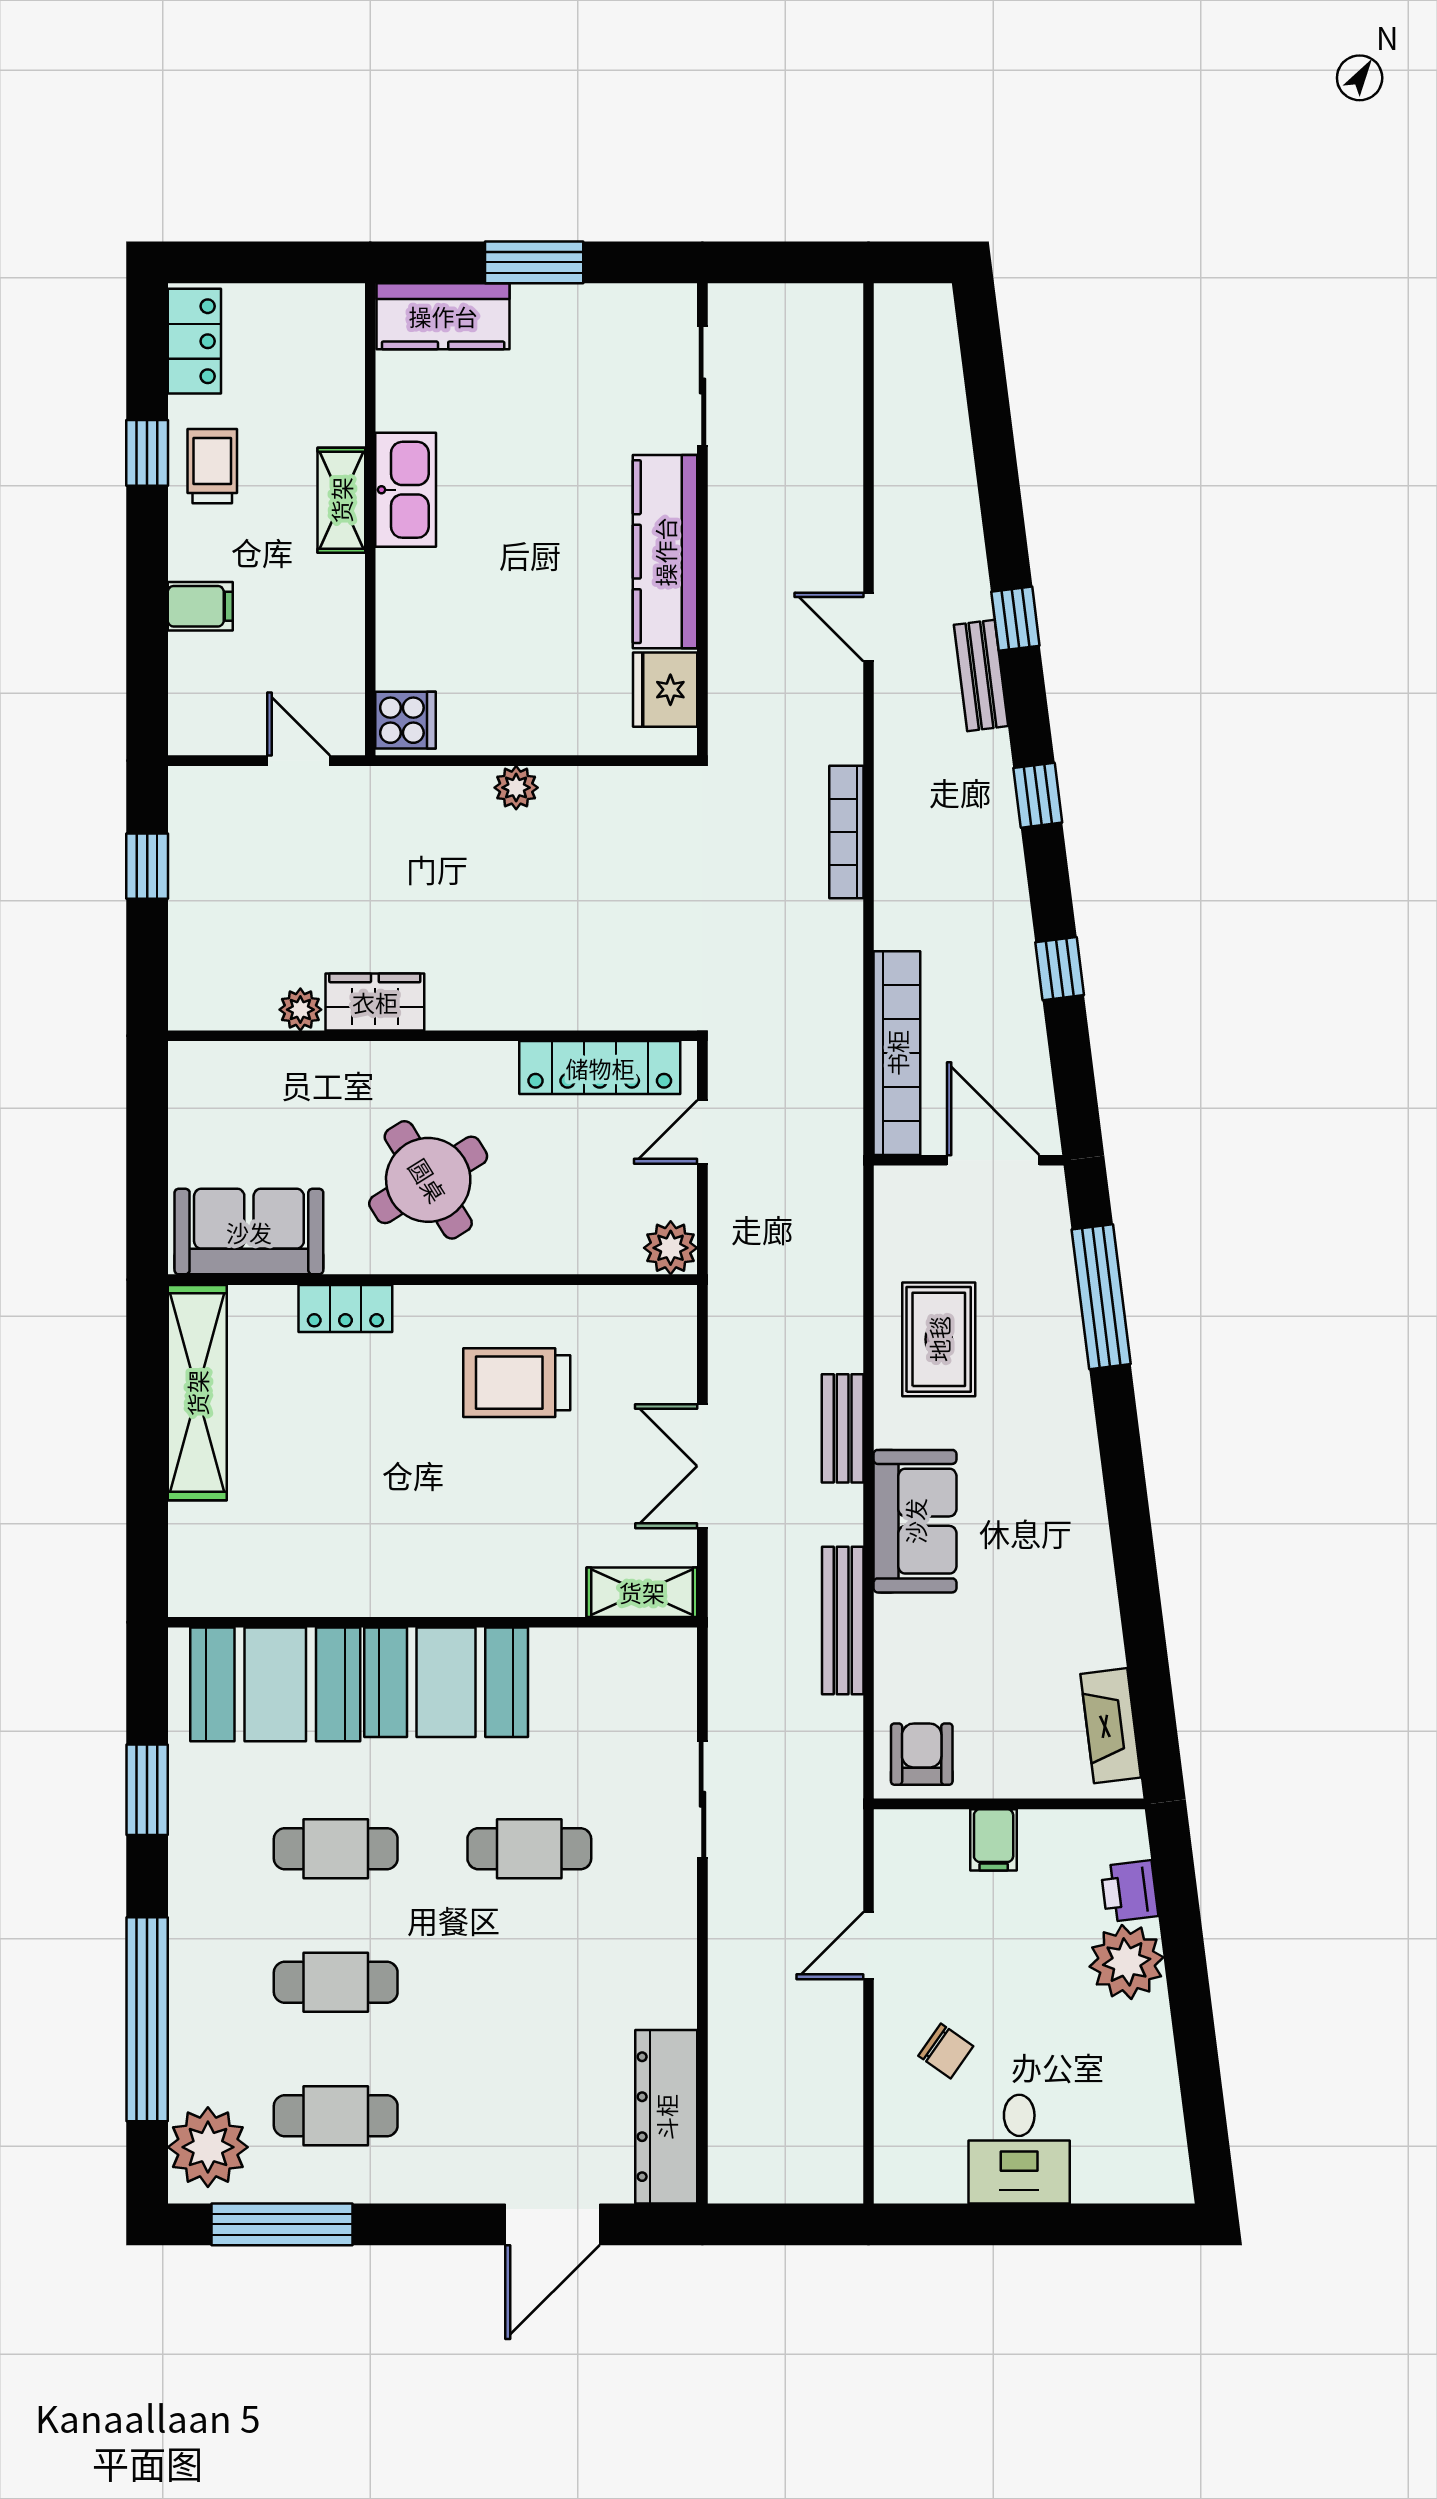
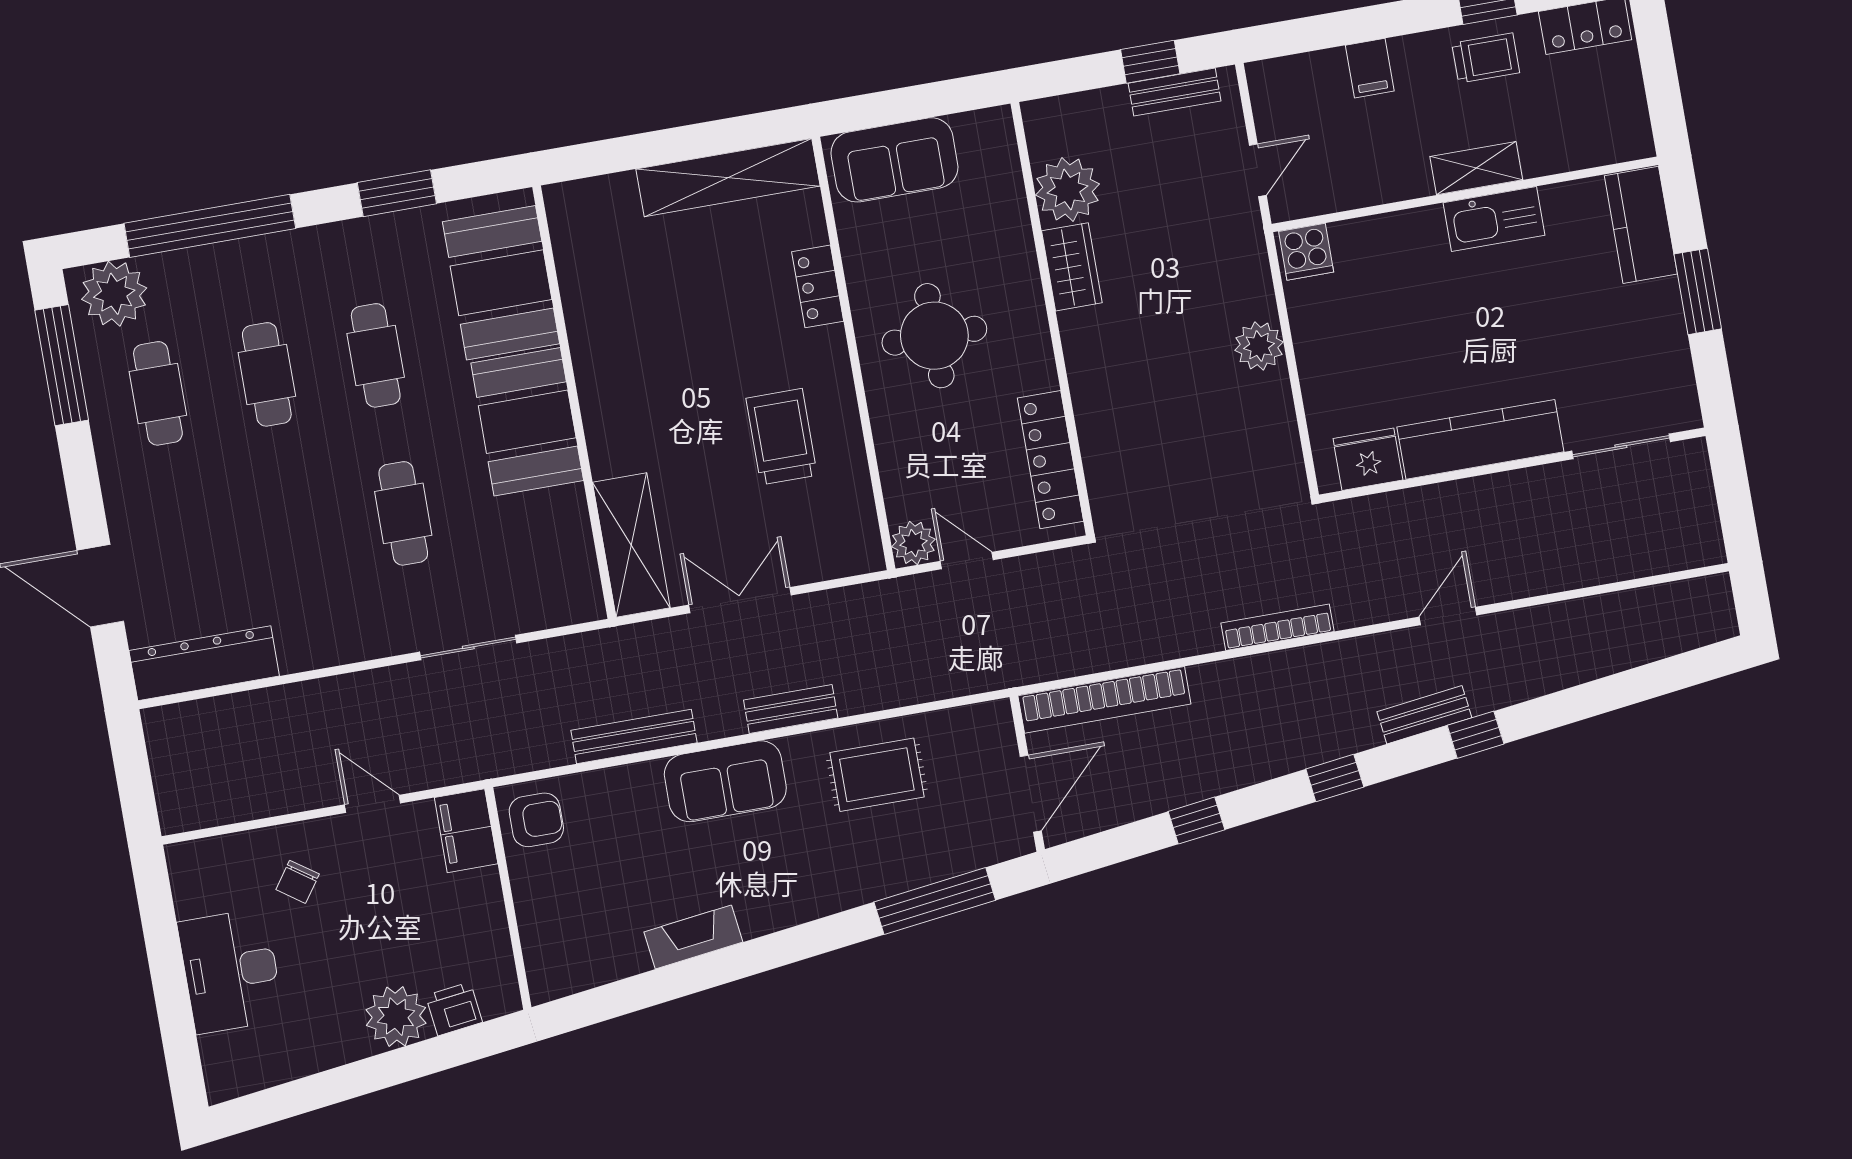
plant: (516, 788) -> (1259, 346), width x1.38, depth x1.38
bench: (188, 844) -> (1175, 92), added
plant: (300, 1010) -> (1067, 190), width x1.87, depth x1.87
door: (702, 1132) -> (967, 561), moved
round table: (428, 1180) -> (934, 336), turned 32
sofa: (249, 1232) -> (894, 160), moved, turned 90
shelving: (642, 1592) -> (631, 545), width x1.50, depth x1.33
fireplace: (1111, 1726) -> (693, 937), moved
filing cabinet: (994, 1840) -> (466, 831), moved, width x2.00
desk: (1019, 2149) -> (231, 971), width x1.37

